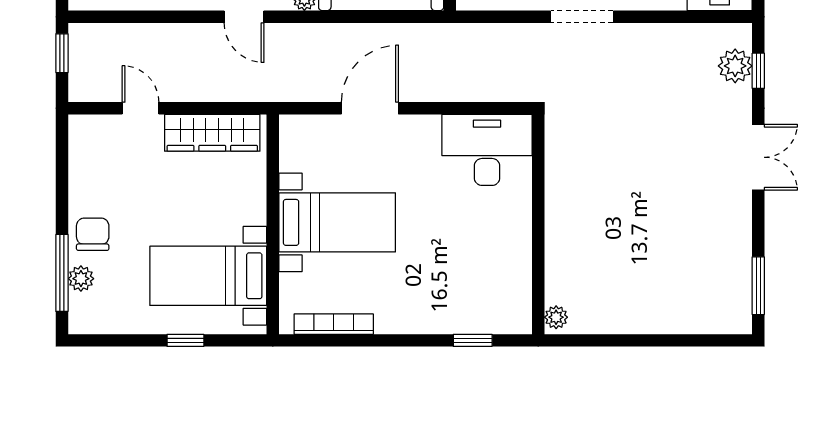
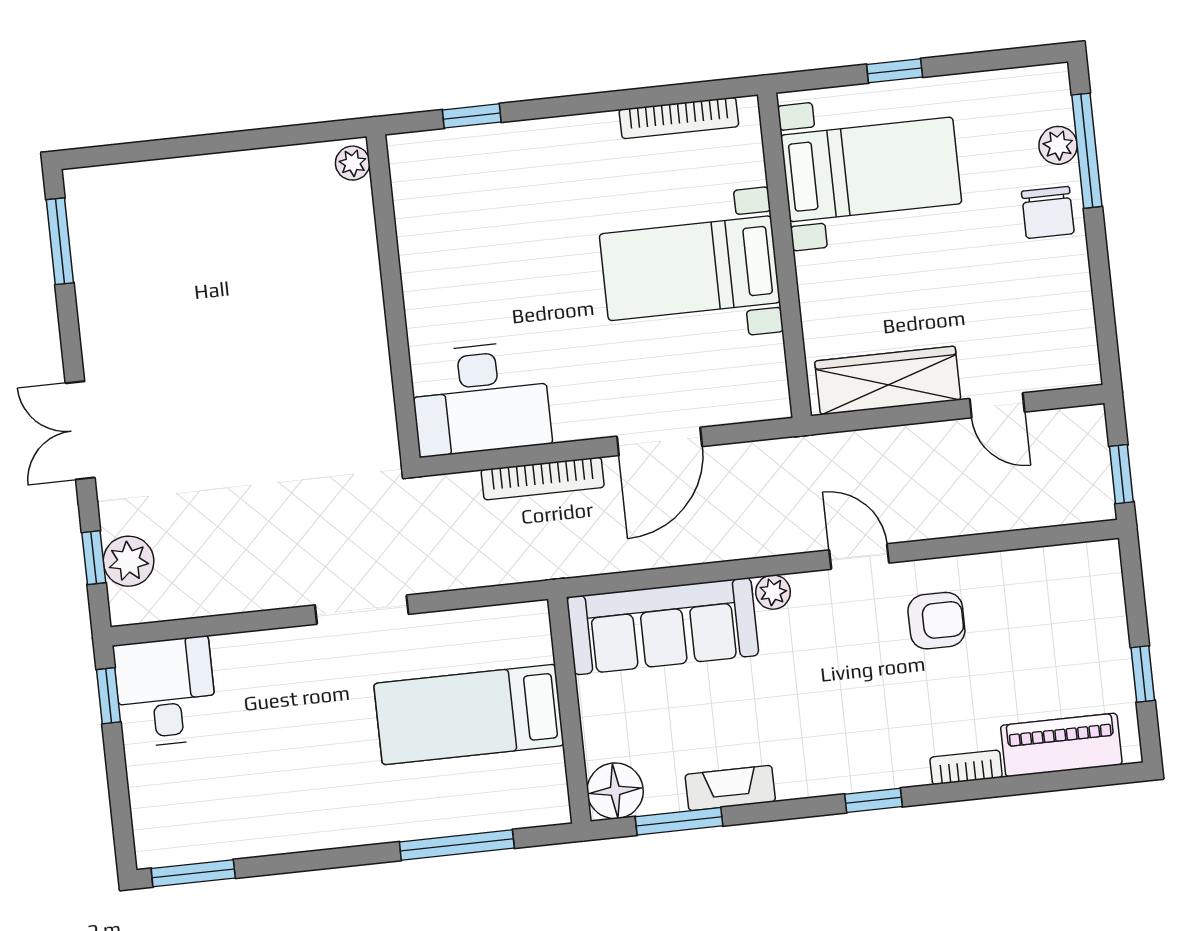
bookcase: (451, 92) -> (543, 479), added

